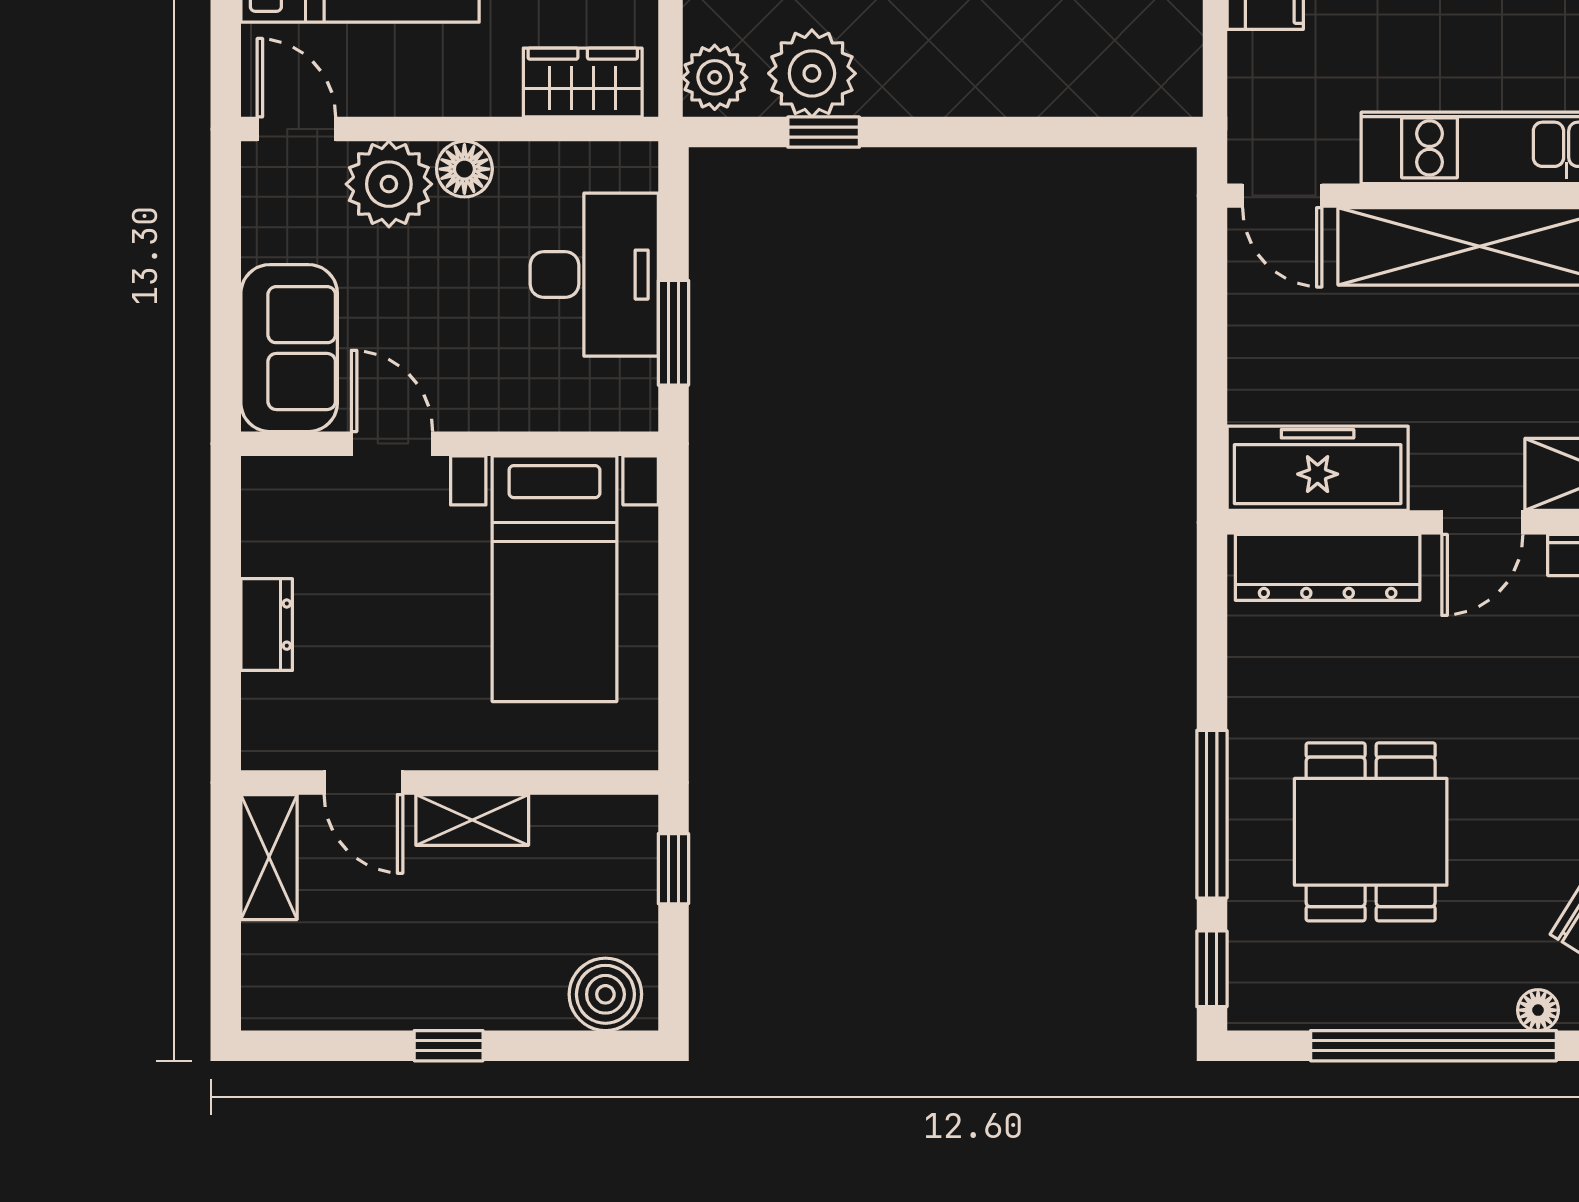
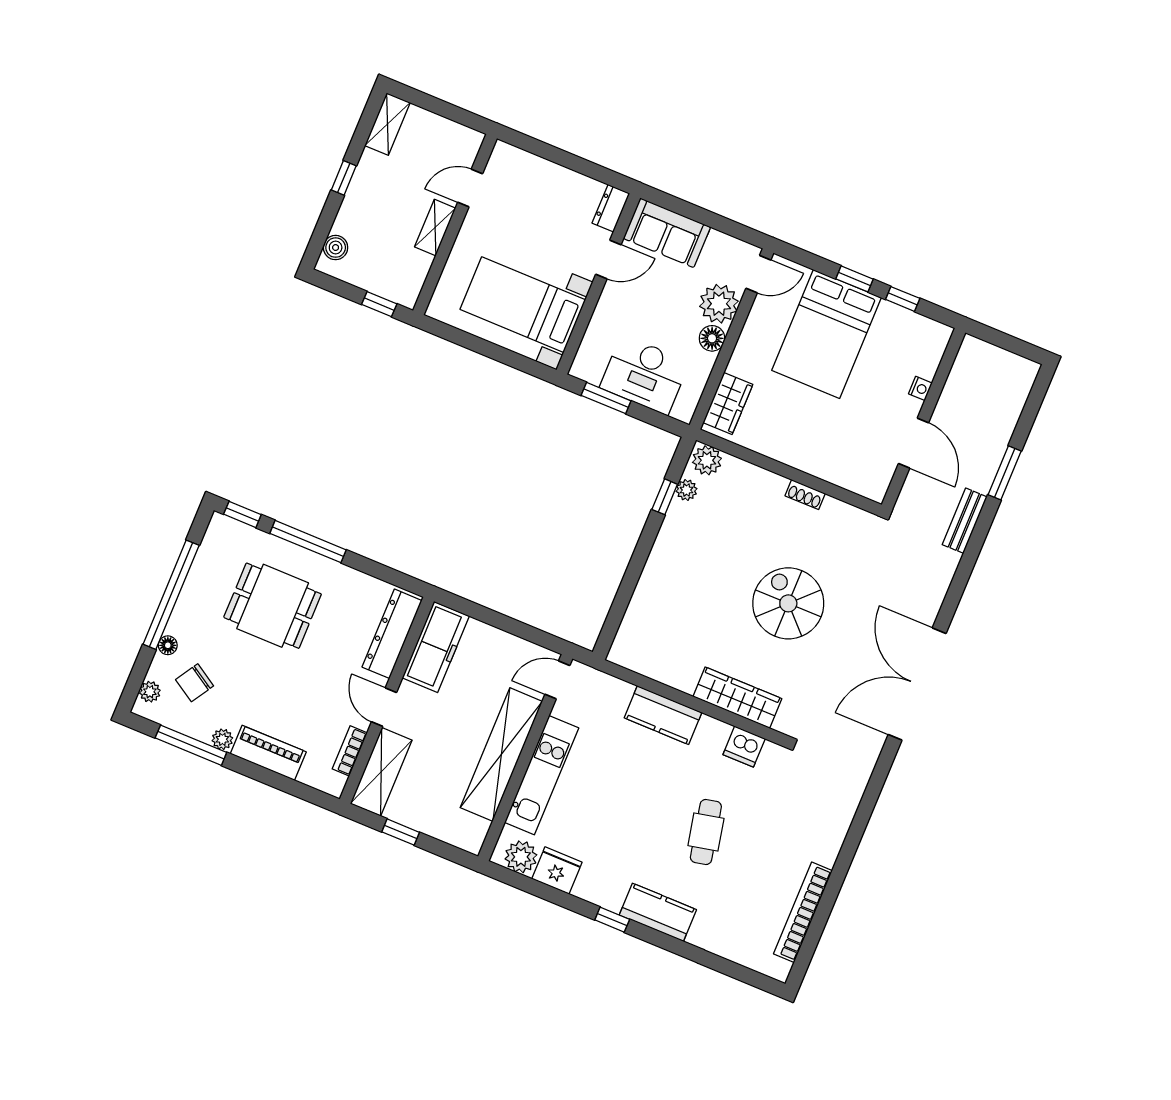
plant: (812, 73) -> (687, 490), width x0.53, depth x0.53
dresser: (267, 625) -> (611, 208), moved, turned 90
shelving: (269, 857) -> (388, 124), moved, turned 90
boiler: (605, 994) -> (336, 248), width x0.73, depth x0.73

